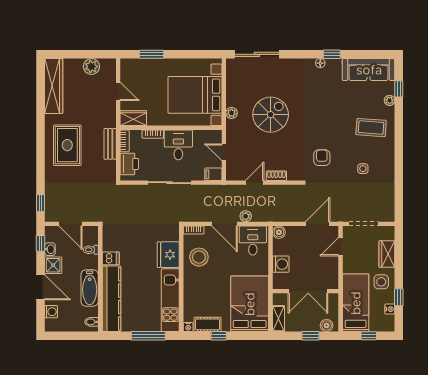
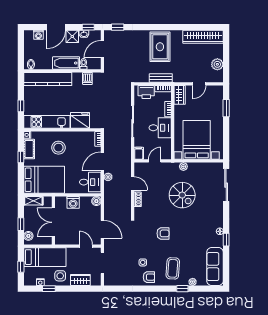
window: (399, 89) -> (182, 289), moved
rug: (67, 145) -> (160, 47), turned 90
armchair: (322, 158) -> (163, 233), moved
armchair: (383, 160) -> (149, 277), added
stool: (199, 257) -> (58, 148), moved
dishwasher: (111, 258) -> (87, 78), moved
bathtub: (90, 288) -> (66, 63), moved
window: (148, 336) -> (21, 106), width x0.46

